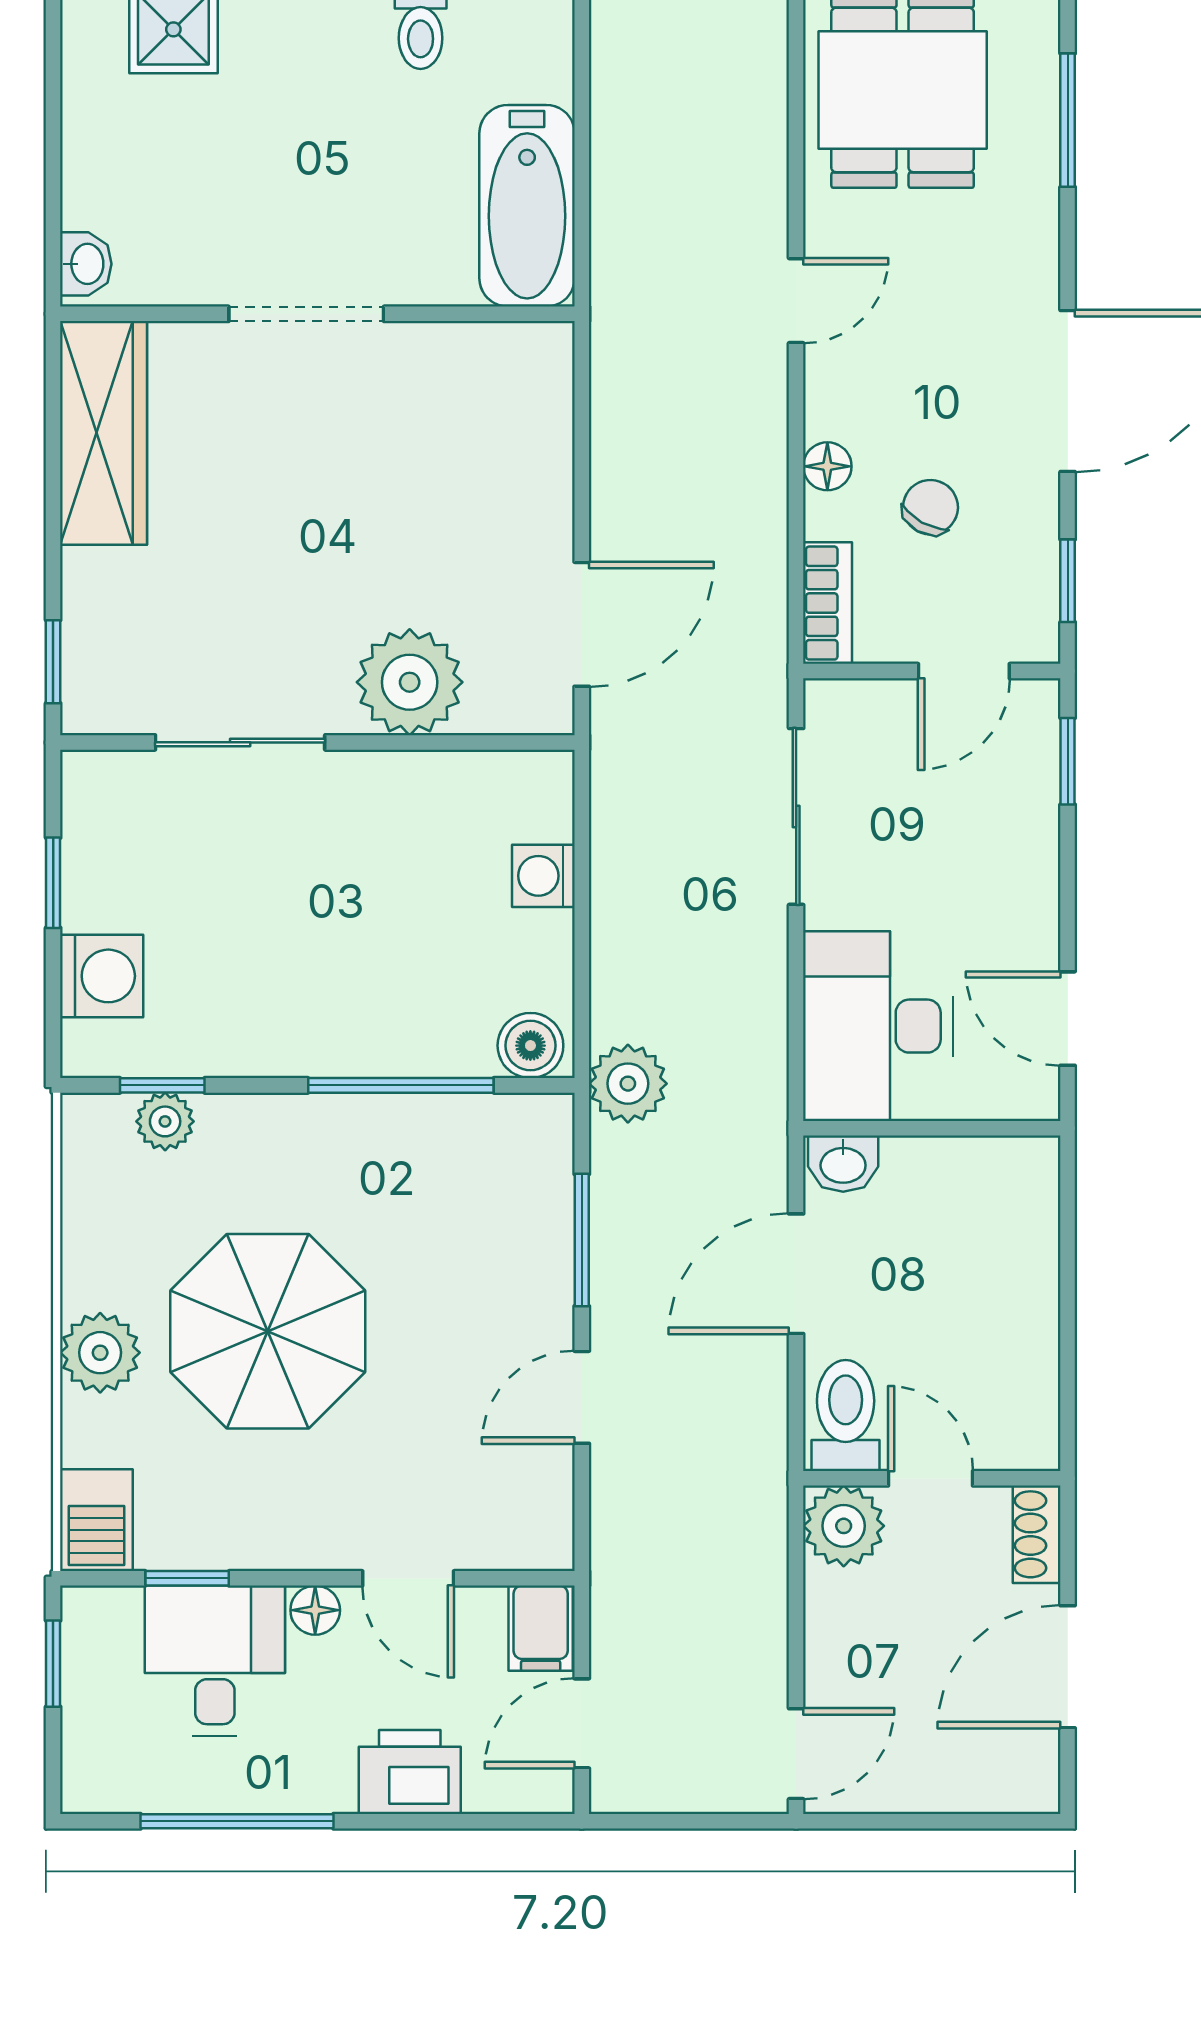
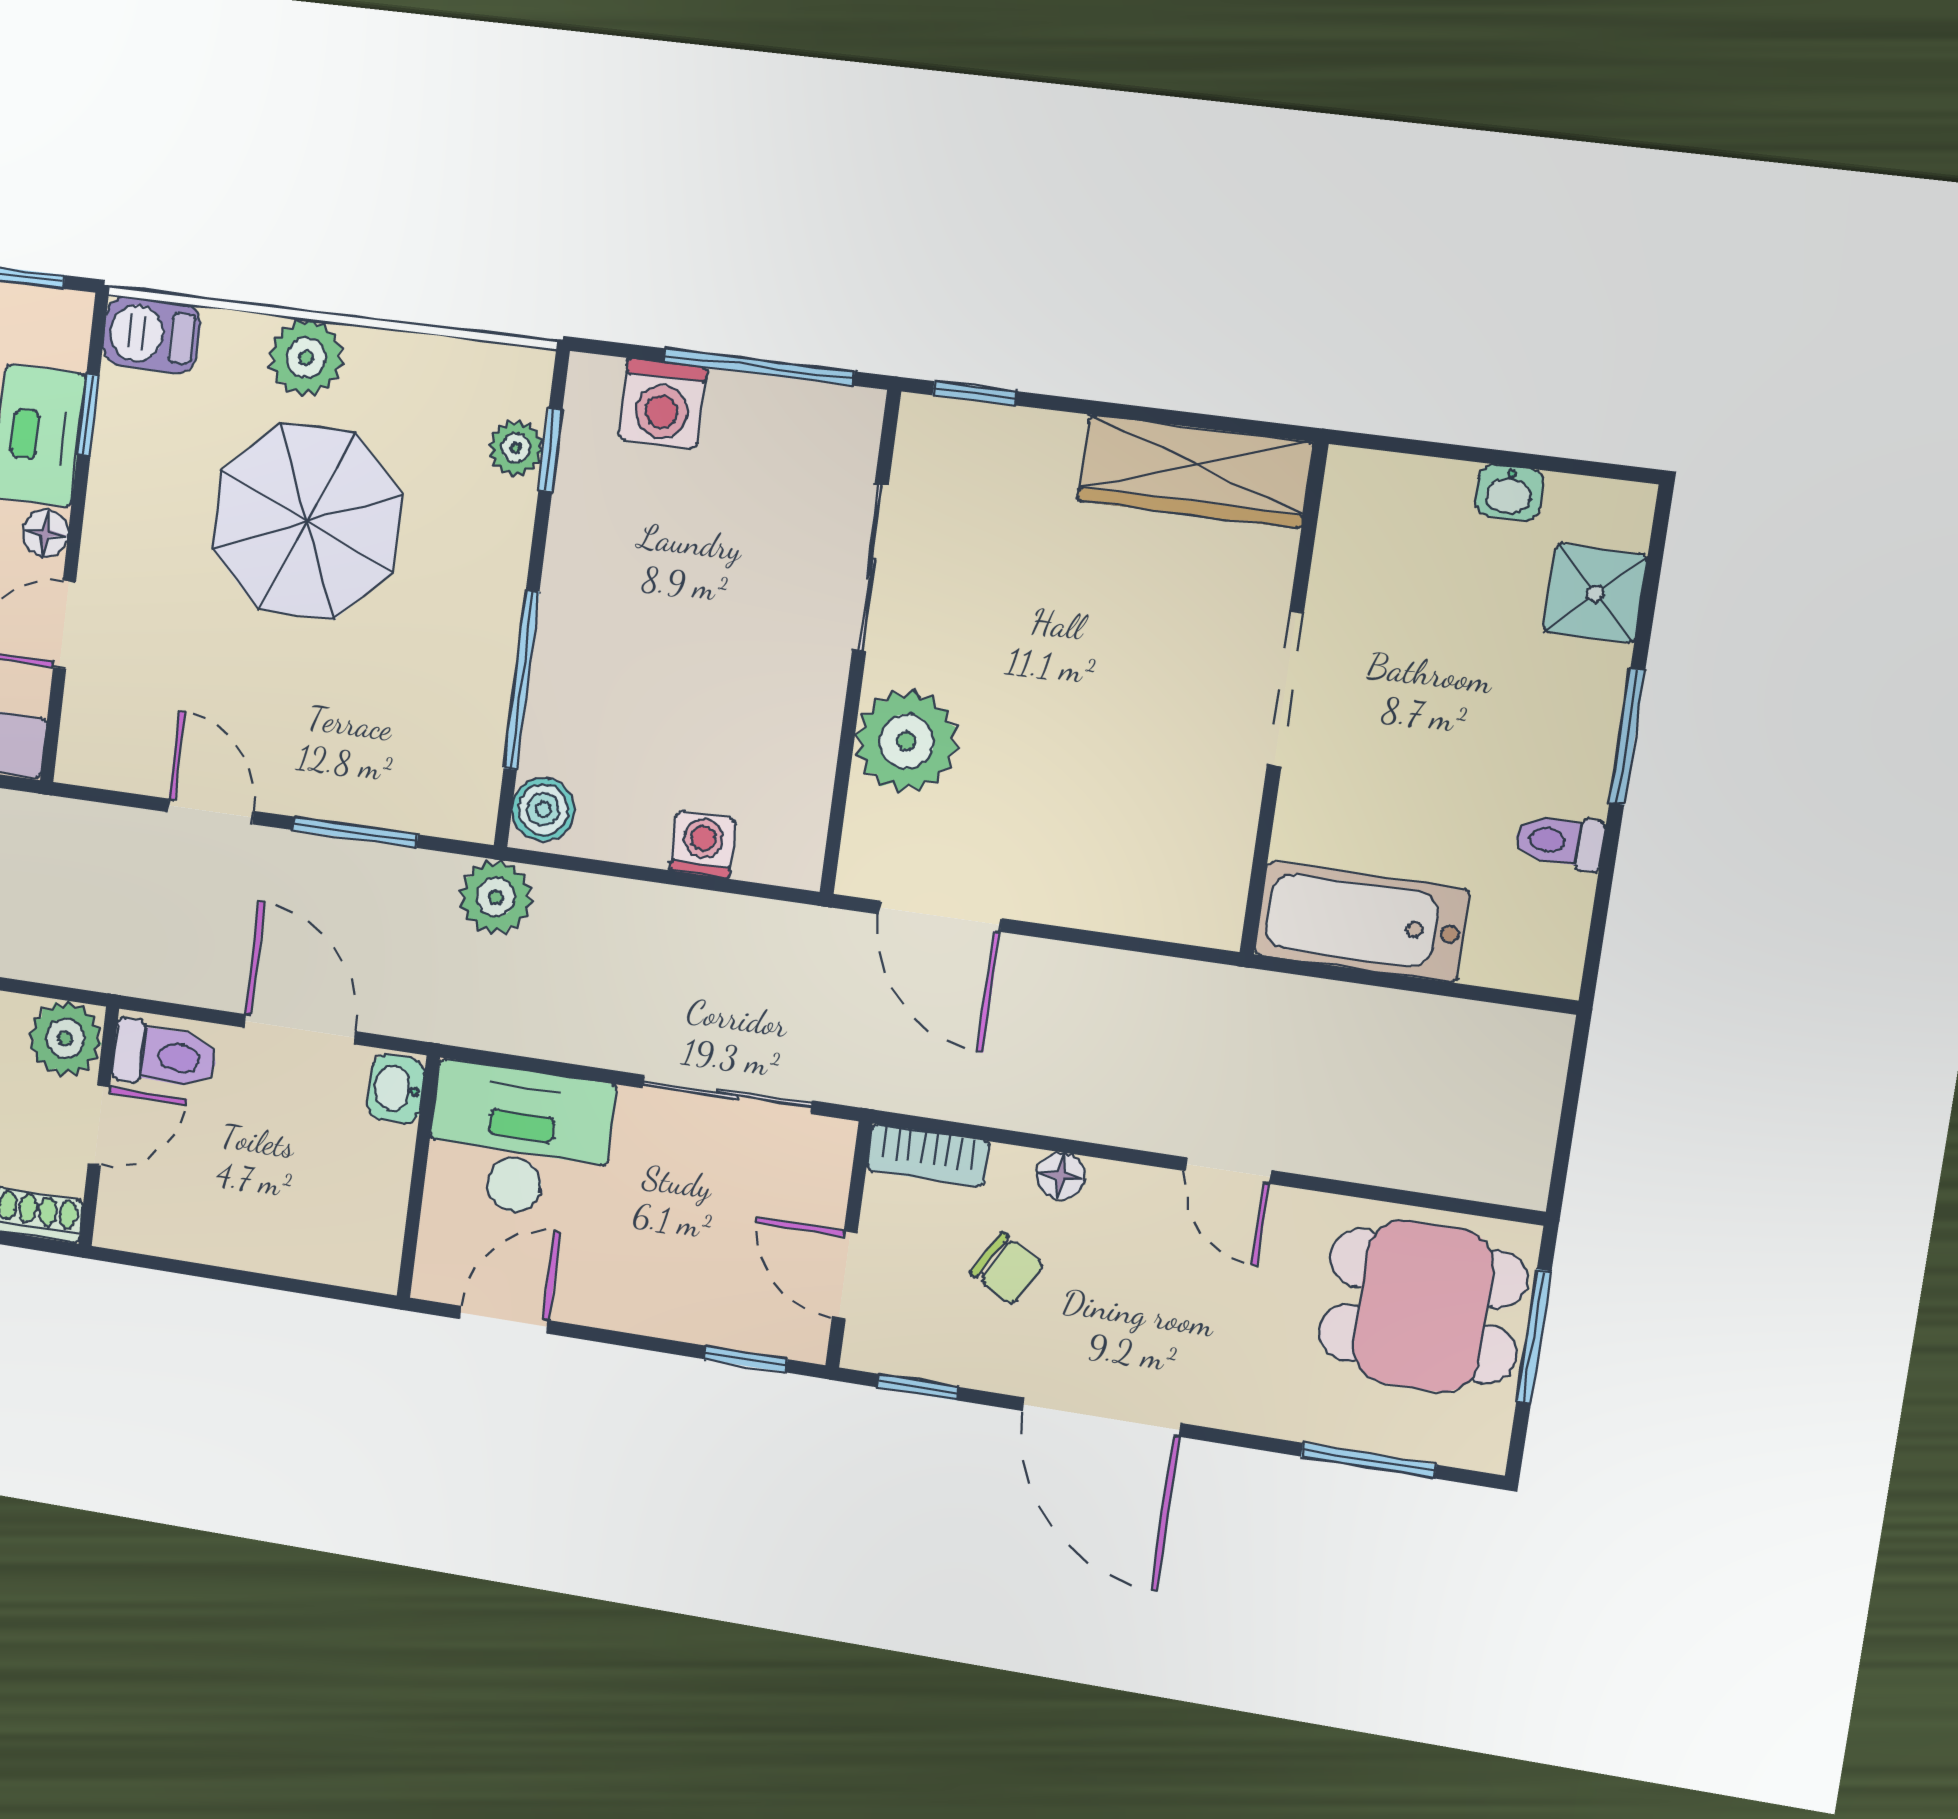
washbasin: (86, 264) -> (1509, 492), moved
window: (53, 883) -> (759, 367), width x2.17

